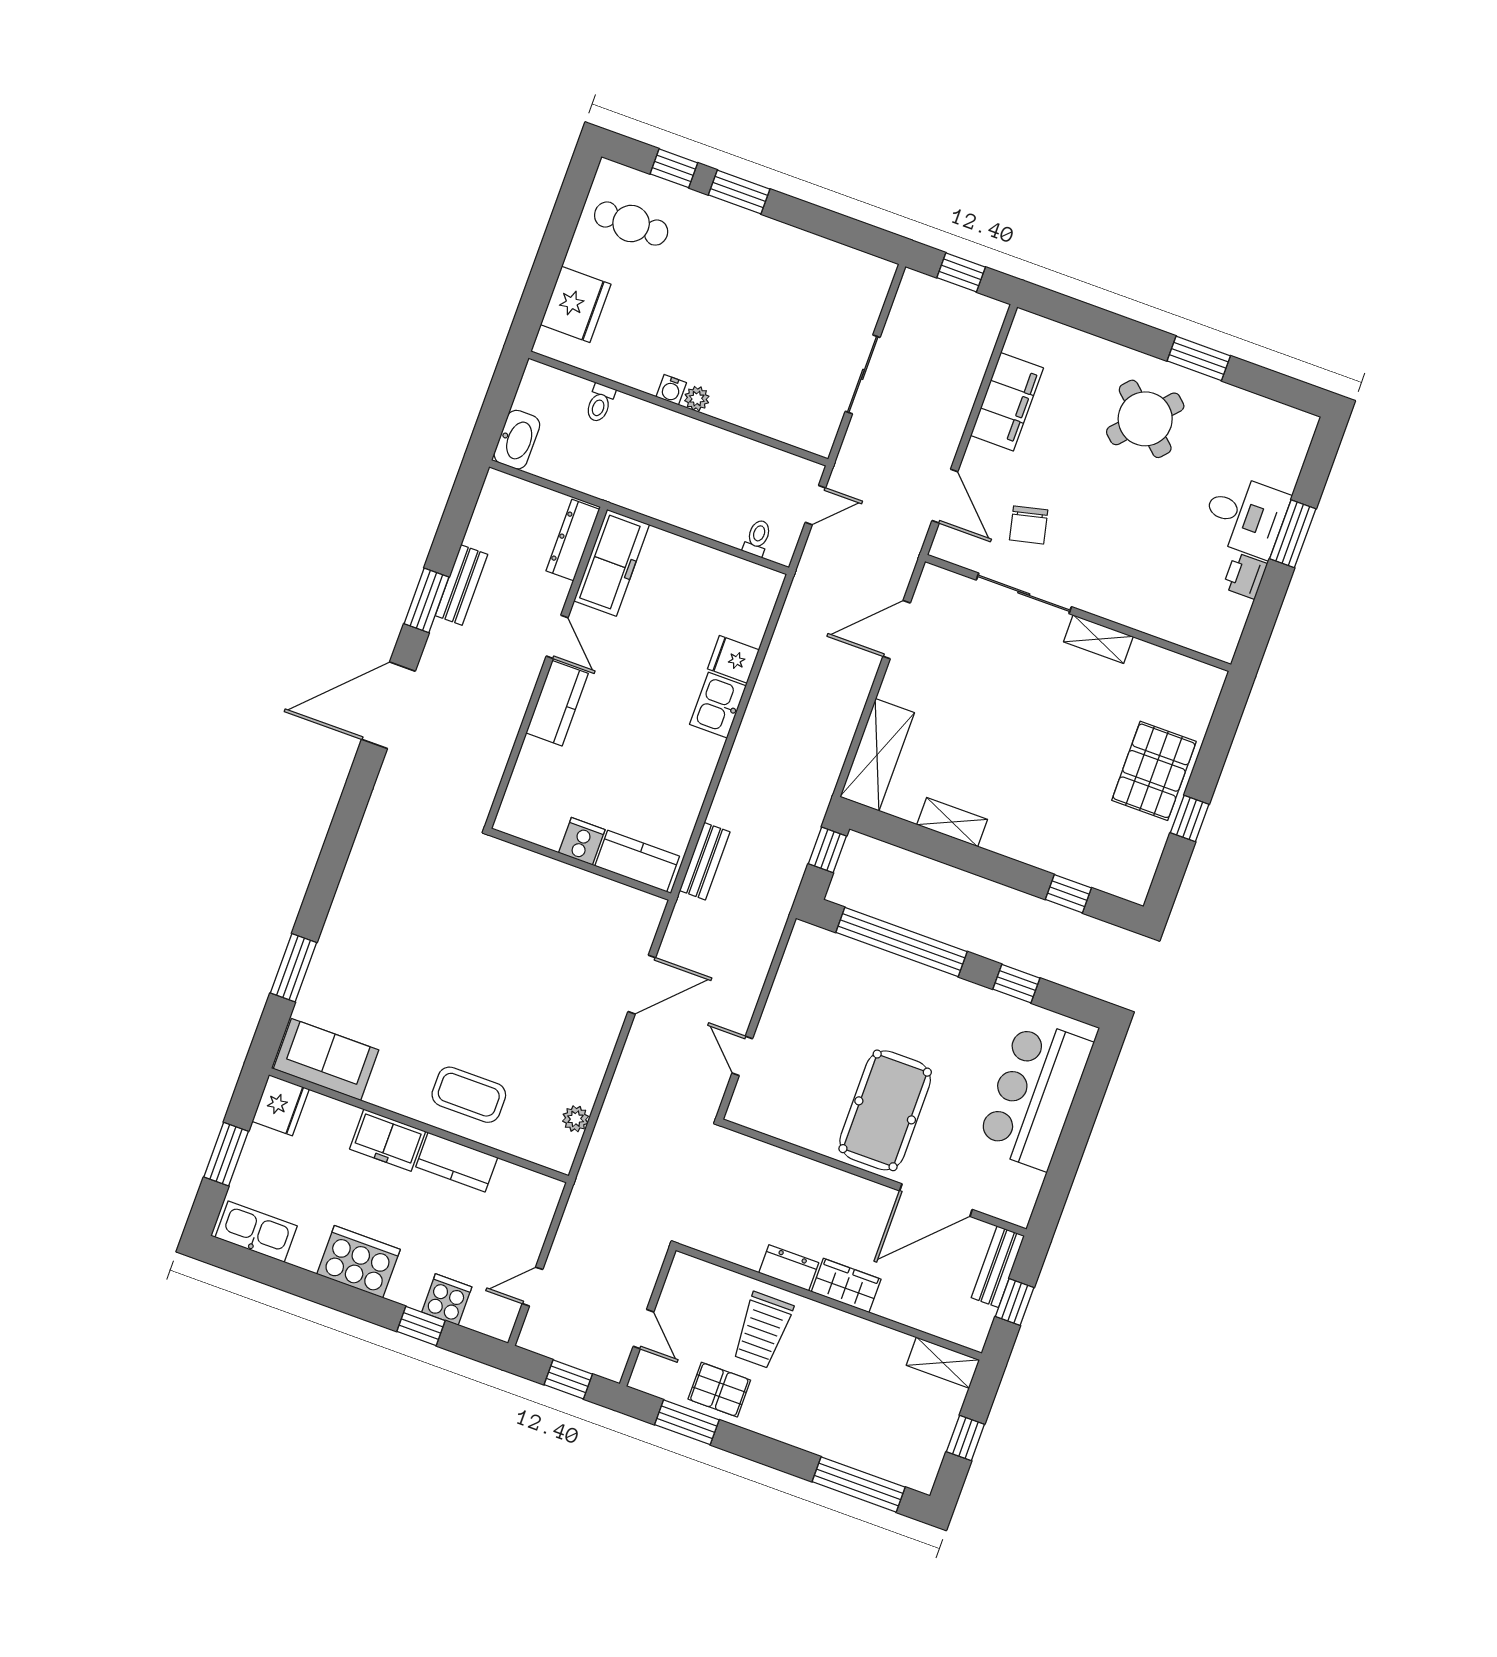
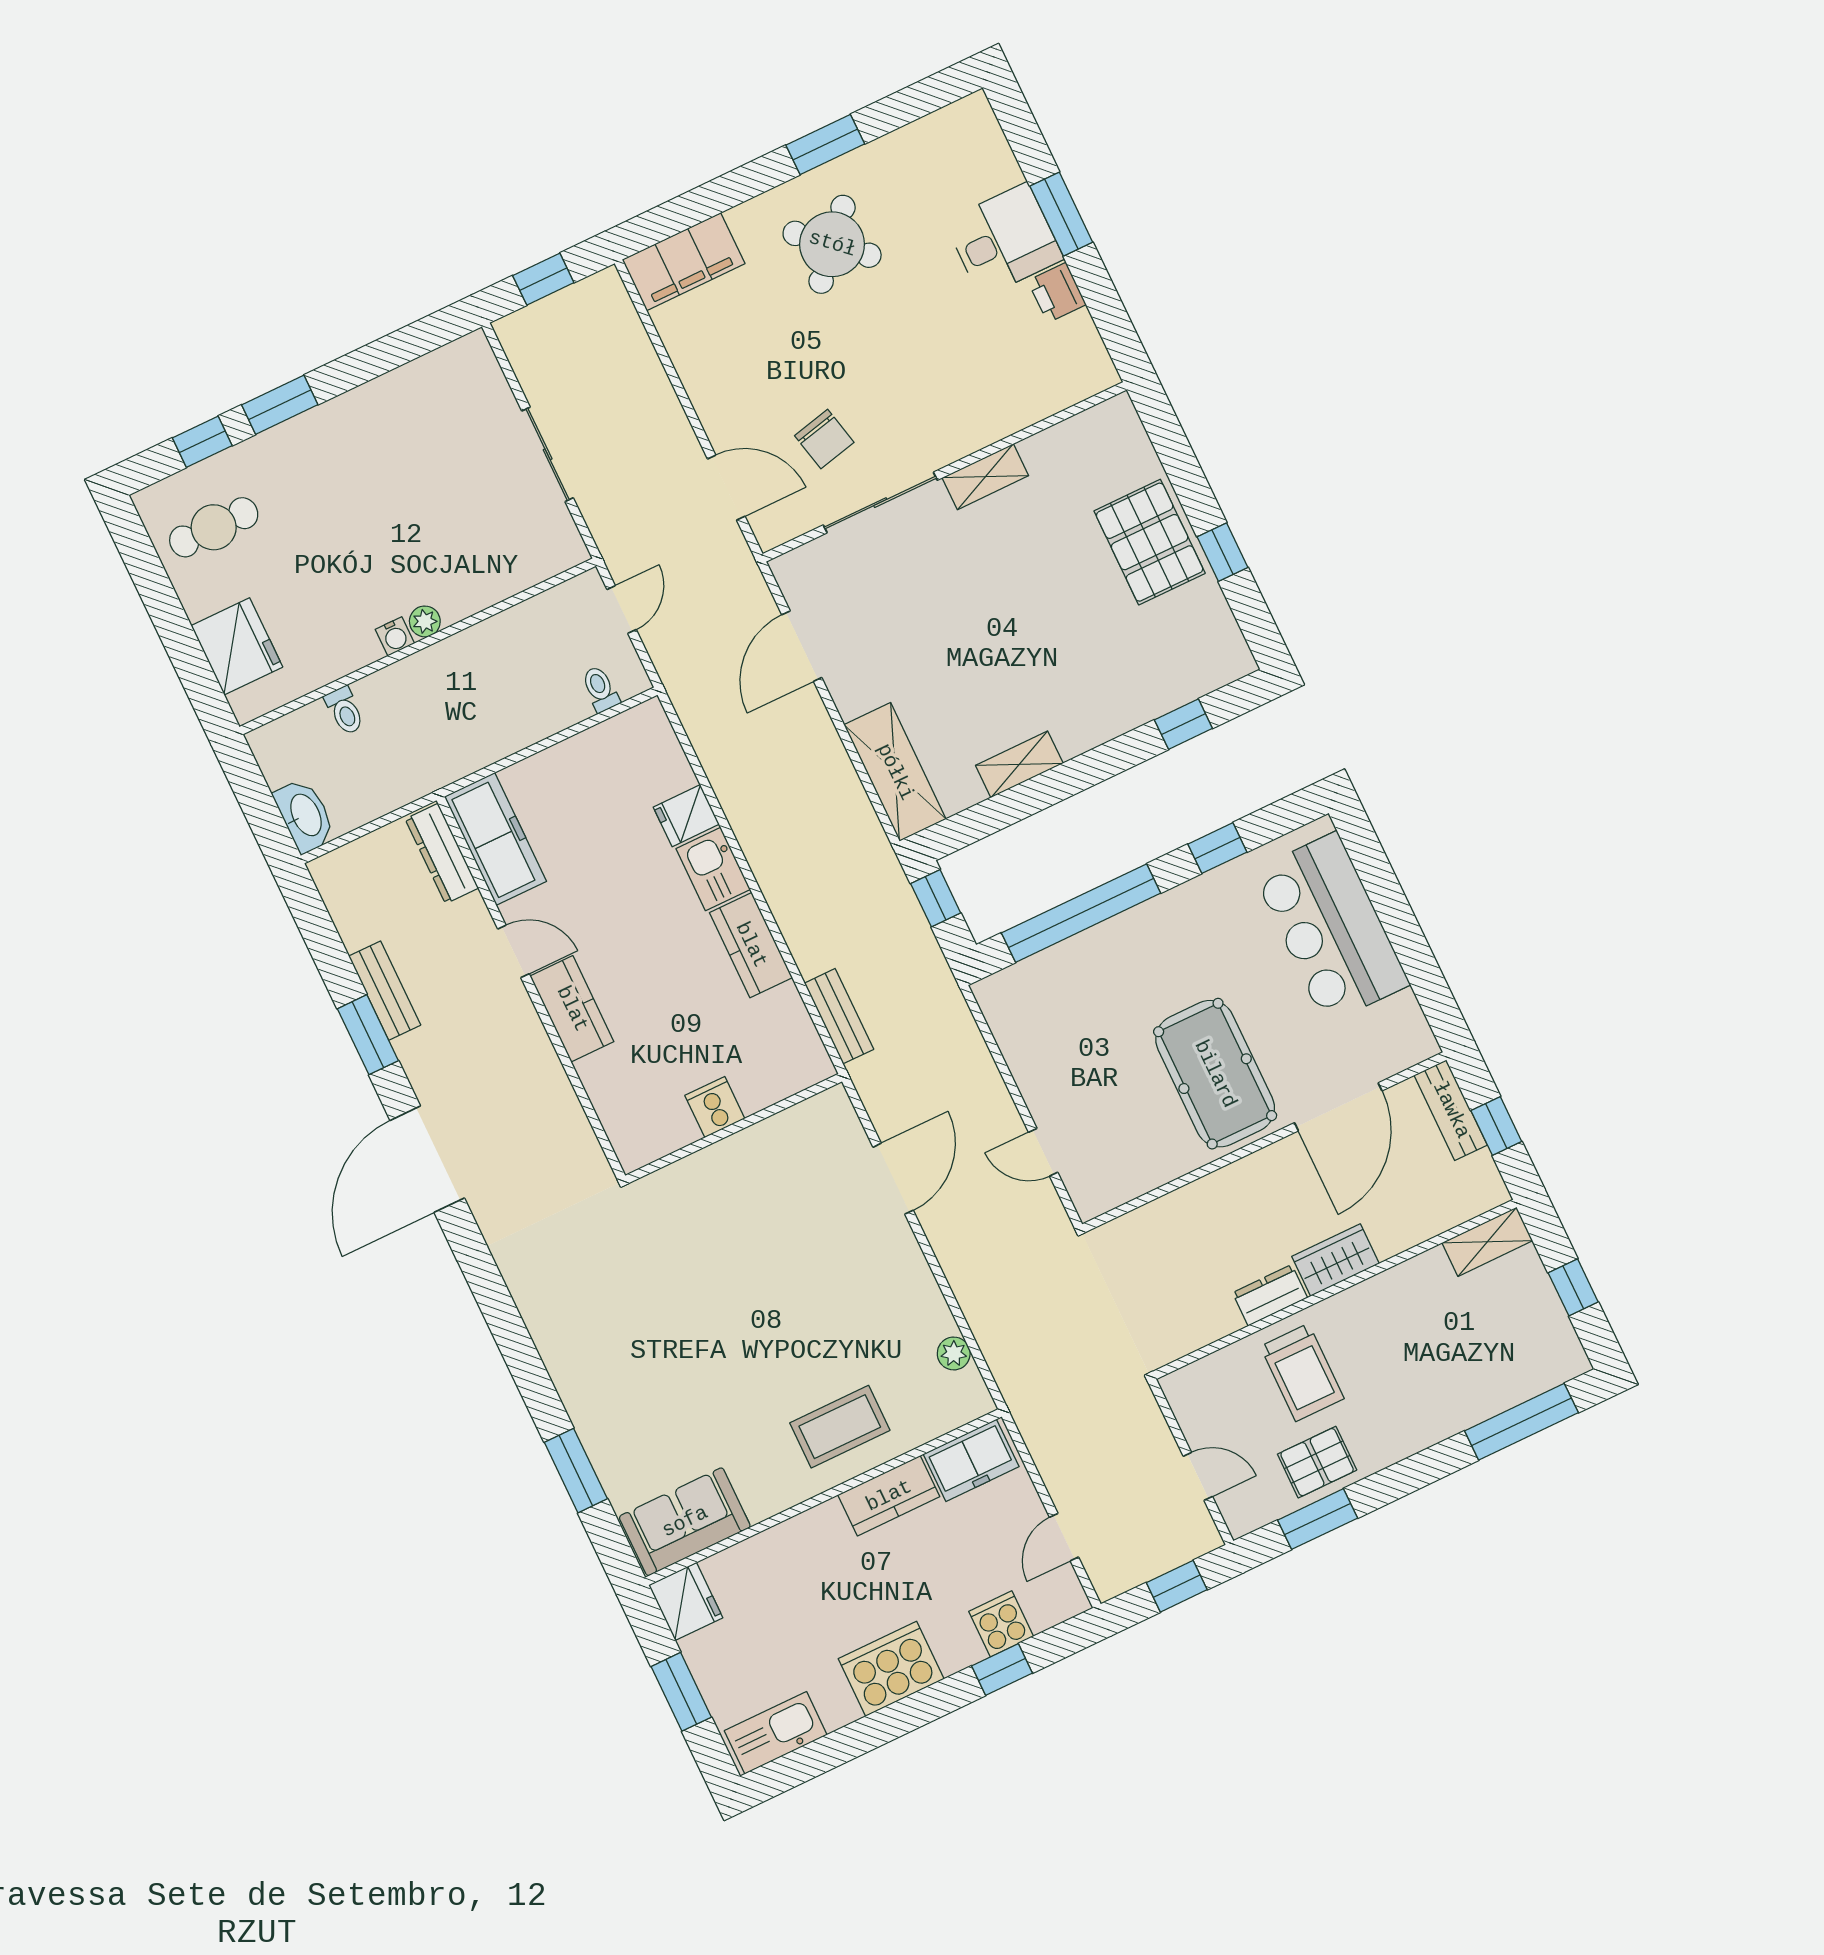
filing cabinet: (1007, 402) -> (683, 262), moved, turned 90
kitchen counter: (637, 861) -> (751, 945), moved, turned -90
freezer: (388, 1140) -> (971, 1460), moved

